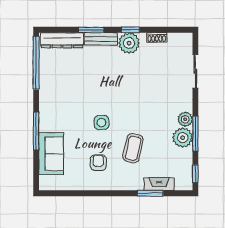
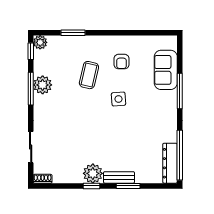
shoe rack: (157, 37) -> (43, 179), moved
dresser: (62, 40) -> (170, 163), moved, turned -90
plant: (185, 119) -> (40, 42), moved
fireplace: (159, 184) -> (65, 41), removed

